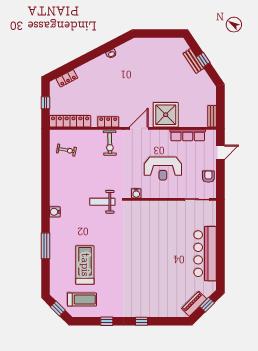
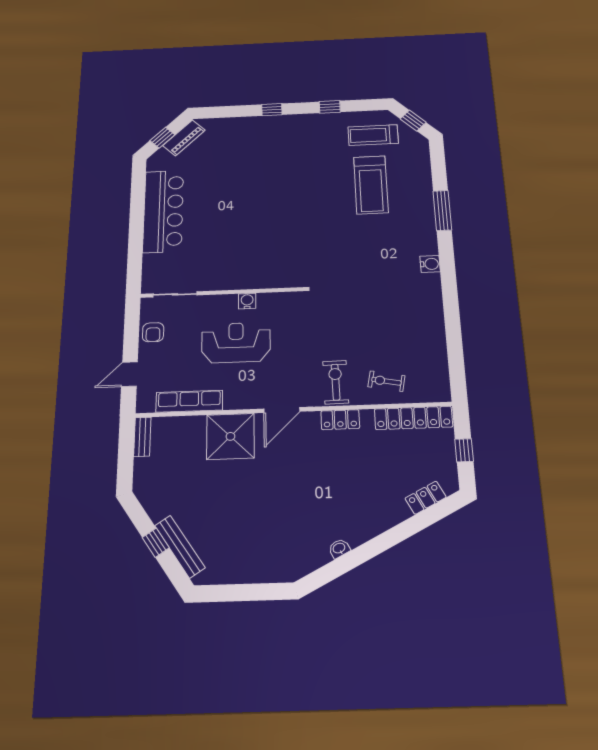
bench: (193, 61) -> (180, 547), width x1.36
exercise bike: (66, 150) -> (386, 381), moved
water cooler: (136, 193) -> (247, 301), moved
weight bench: (102, 202) -> (345, 283), removed

